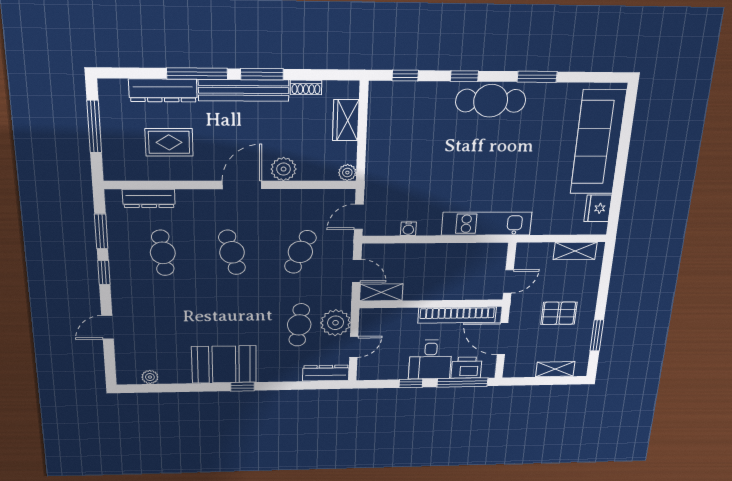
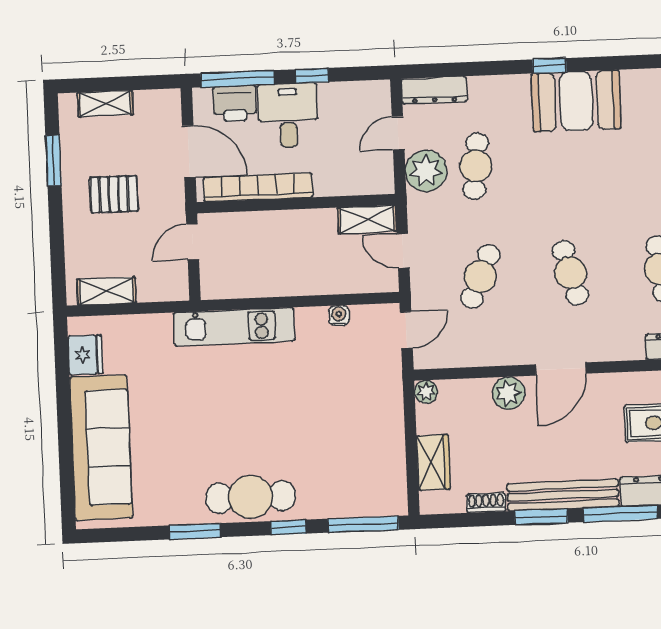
window: (405, 76) -> (363, 524), width x2.17

